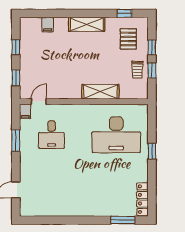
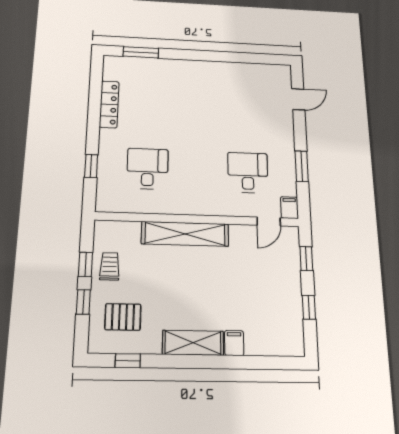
filing cabinet: (48, 25) -> (234, 343), moved
pallet: (128, 39) -> (123, 317), turned 90
shelving: (100, 92) -> (185, 234), width x1.47
desk: (116, 135) -> (148, 169), width x0.53, depth x0.77
window: (152, 151) -> (91, 166), moved
locker: (142, 199) -> (109, 104), moved

